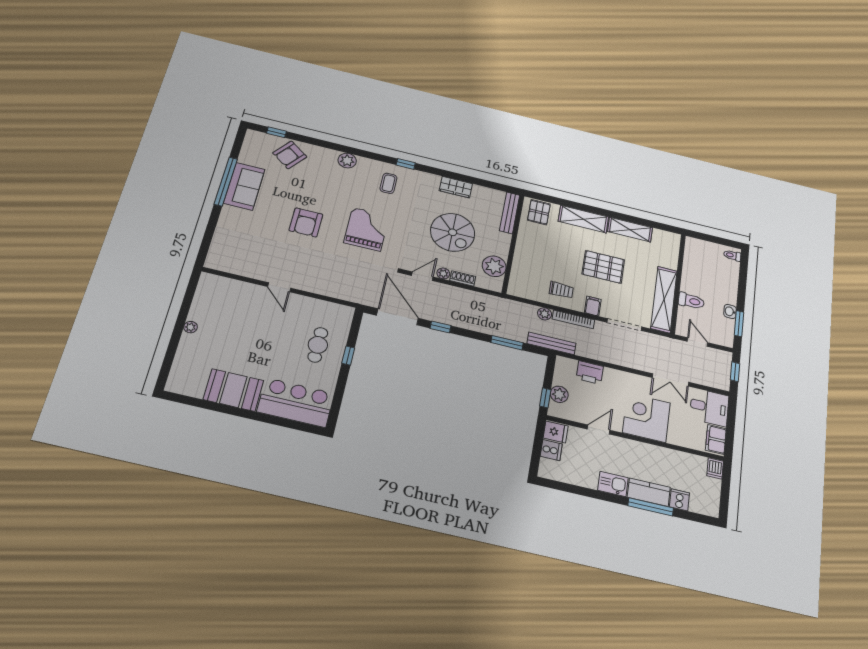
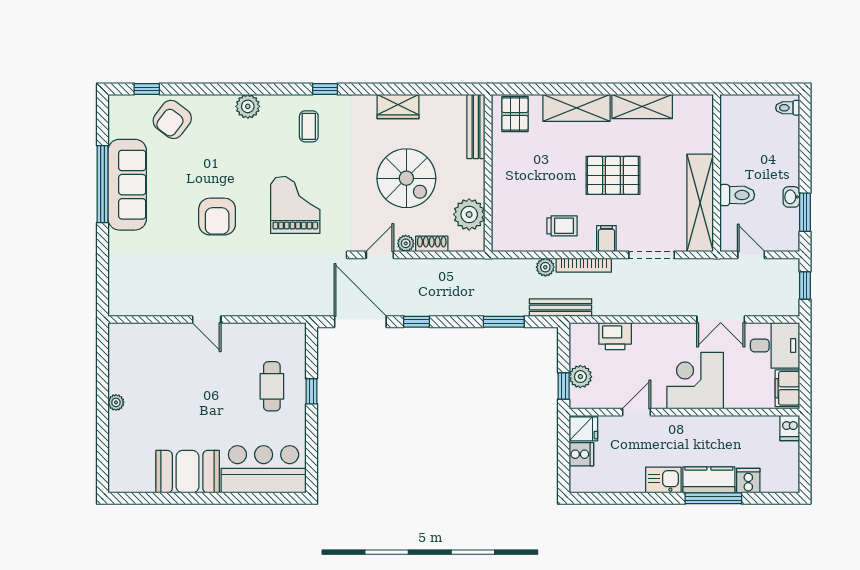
sofa: (244, 186) -> (127, 185), width x1.36

